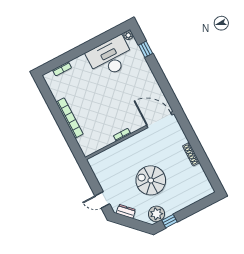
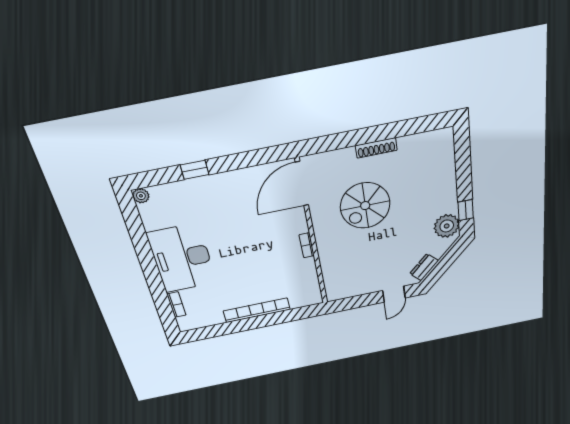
window: (146, 49) -> (195, 170), moved
desk: (110, 57) -> (182, 258), moved
spiral stairs: (151, 180) -> (365, 206), moved

